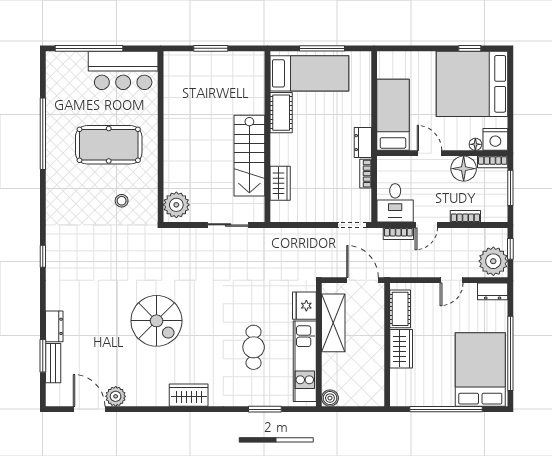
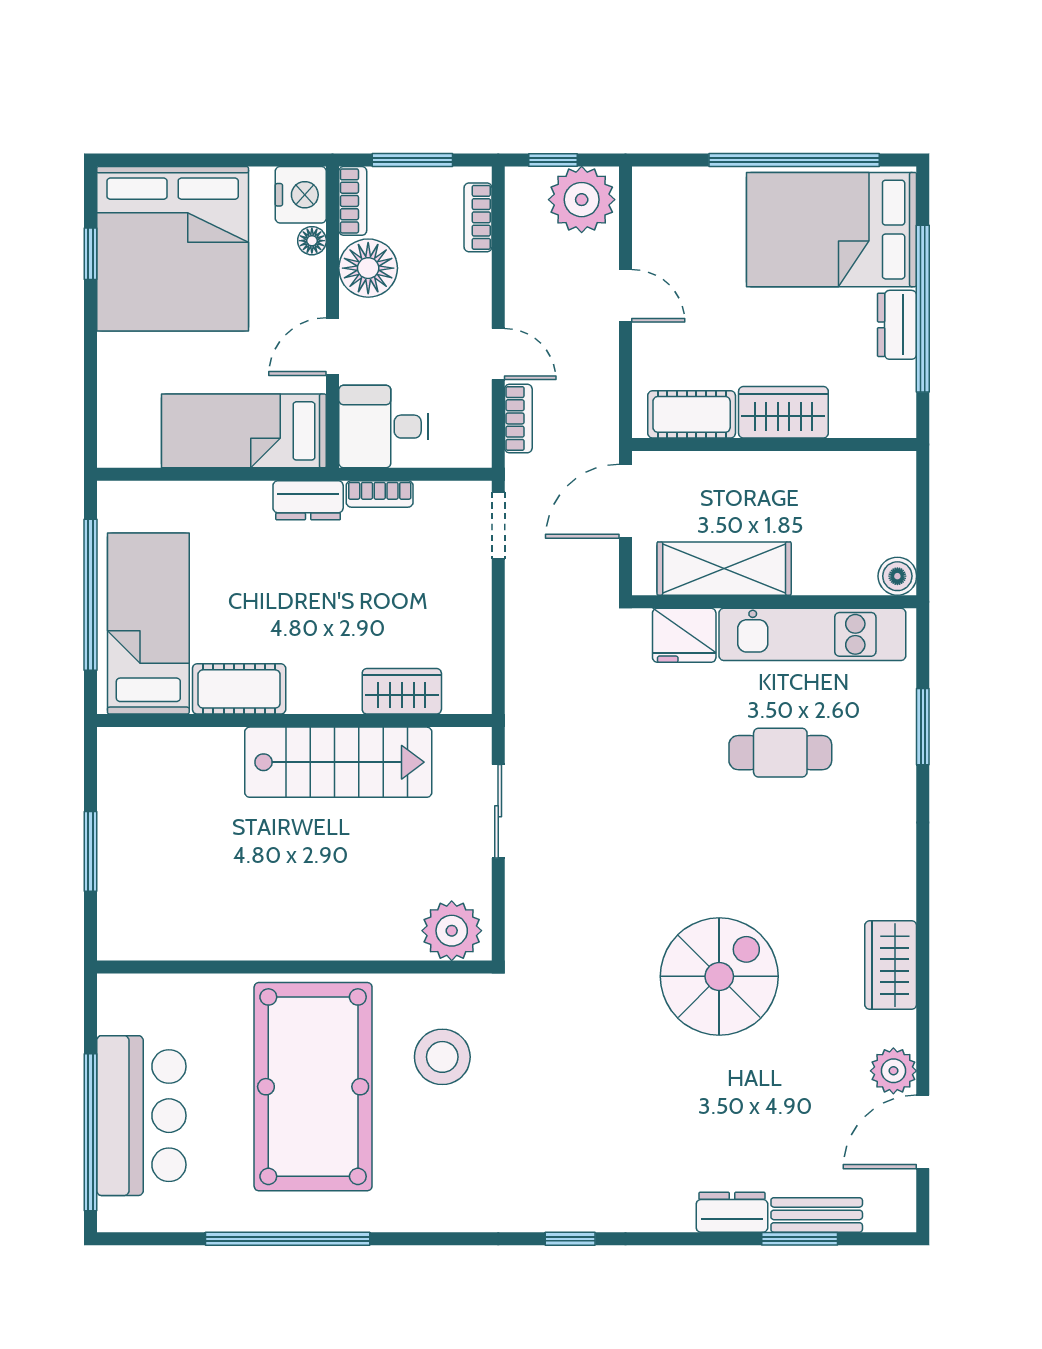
window: (322, 48) -> (90, 595), width x1.46
bar counter: (123, 70) -> (141, 1116), moved
pool table: (109, 145) -> (313, 1087), width x1.36, depth x1.32
stool: (122, 201) -> (442, 1057), width x1.89, depth x1.89
desk: (395, 203) -> (384, 427), moved, turned 180
bookcase: (465, 216) -> (478, 217), moved
dresser: (493, 291) -> (897, 325), moved, turned 180
wardrobe: (189, 395) -> (891, 965), moved

